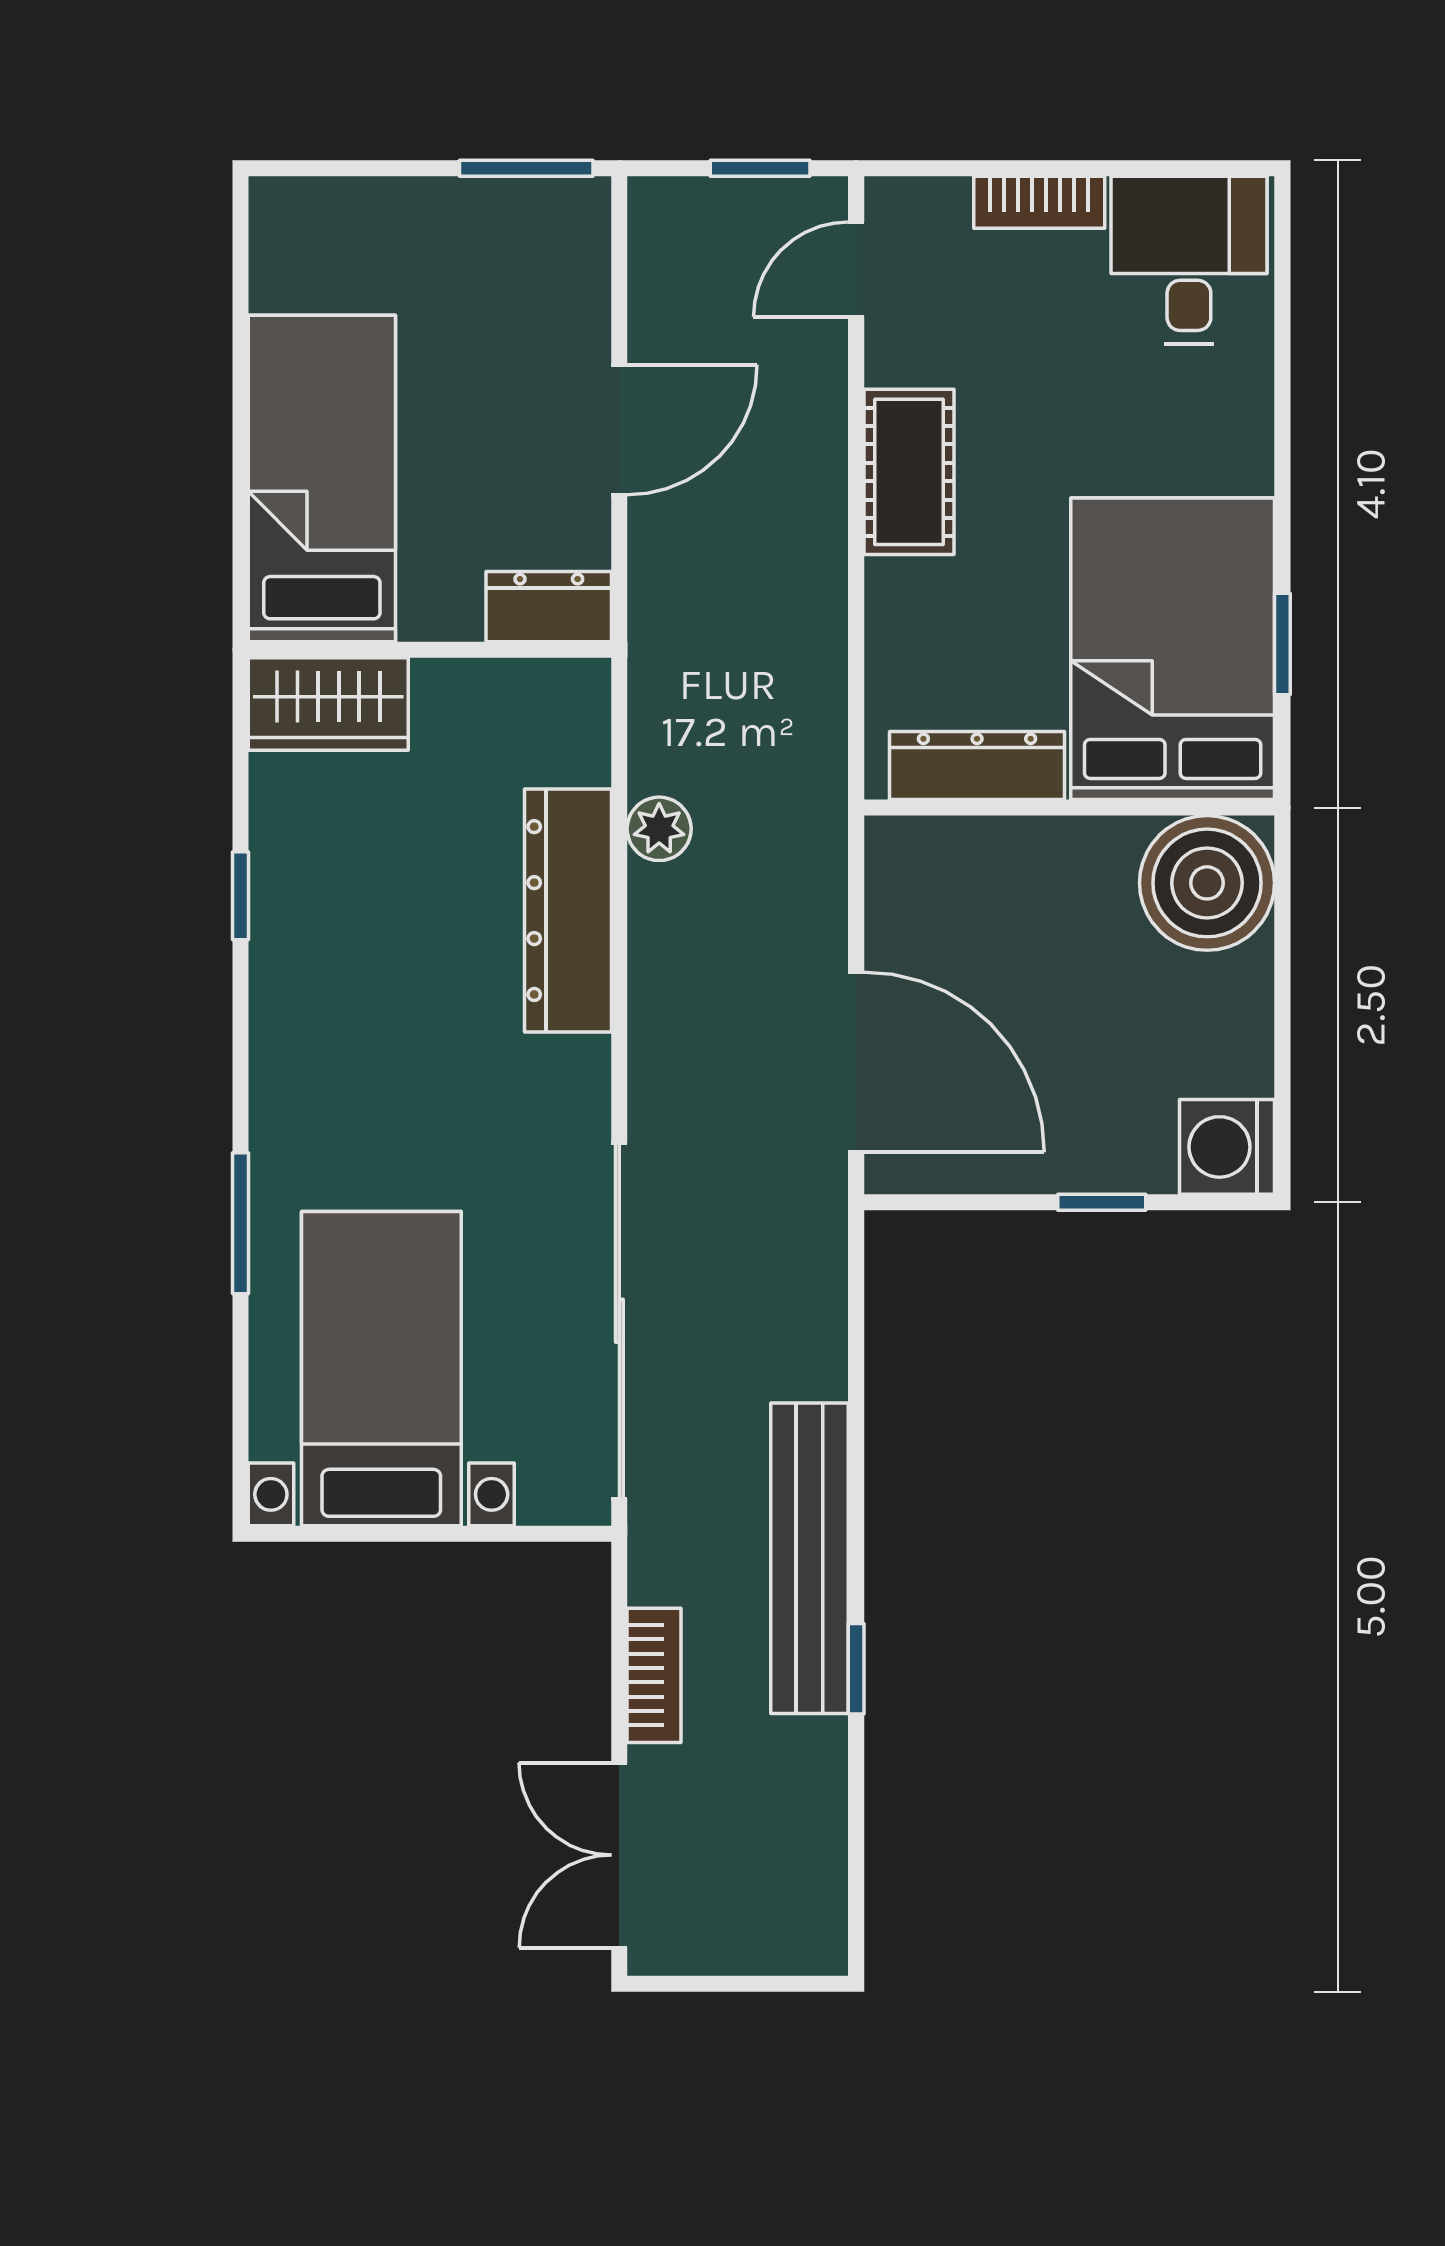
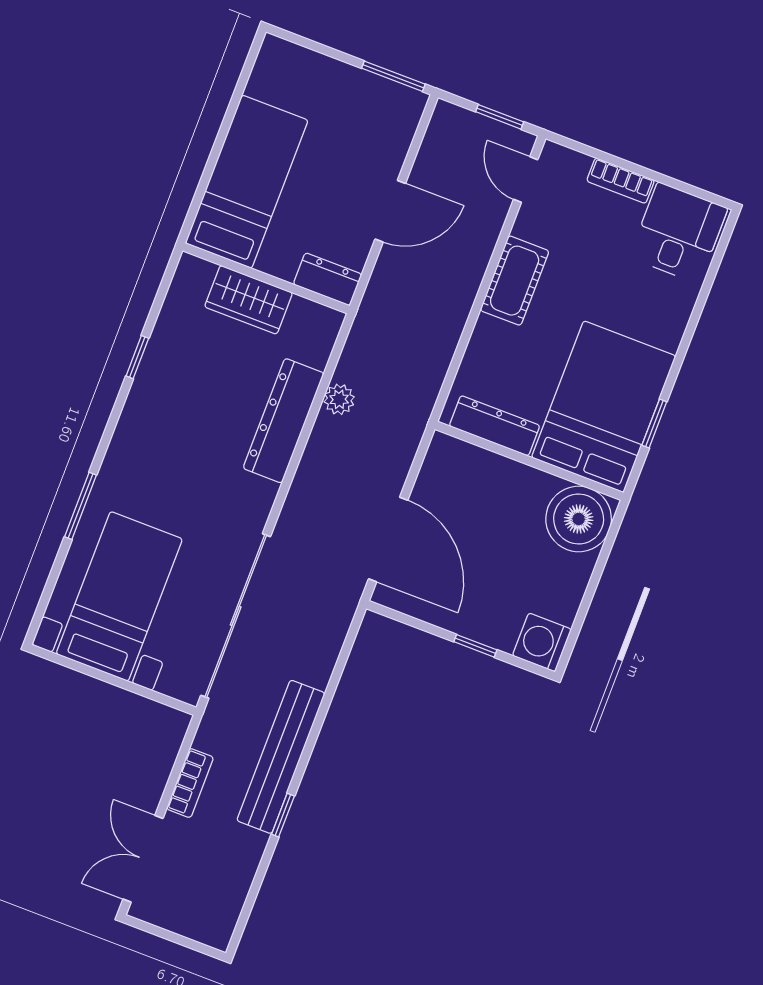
door: (856, 270) -> (526, 179), hinge flipped
wardrobe: (328, 704) -> (249, 300), moved

